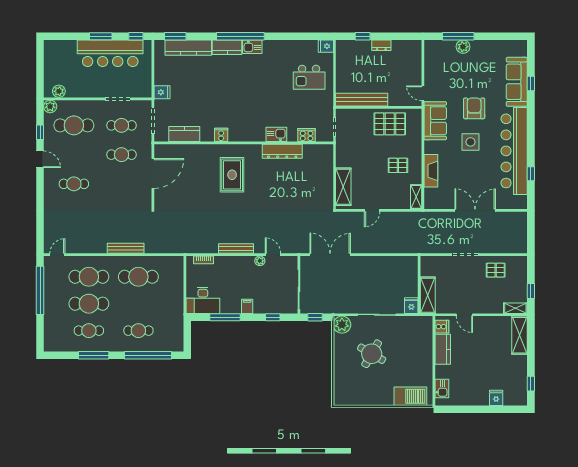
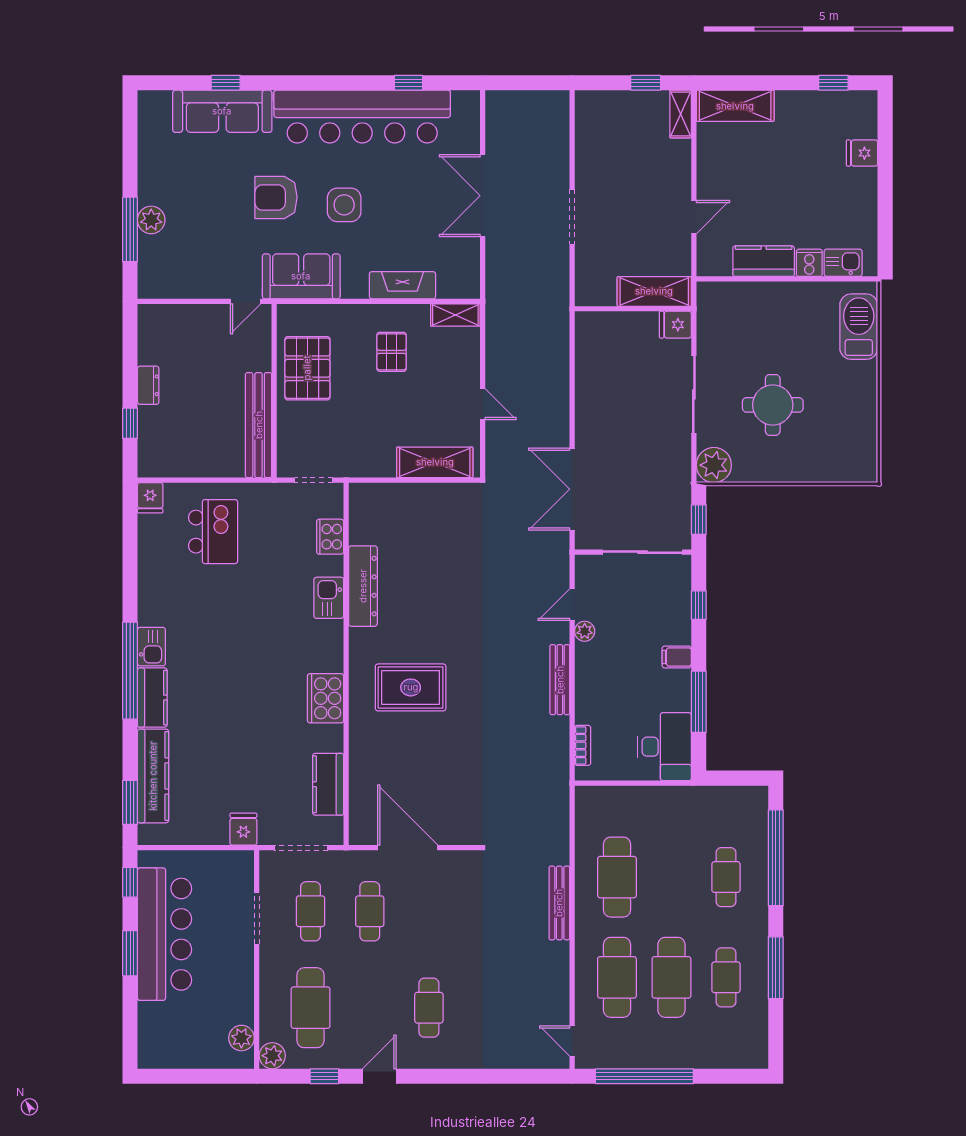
cooker: (221, 135) -> (325, 698), width x1.87, depth x1.31
pallet: (496, 270) -> (604, 154), removed
cooker: (442, 327) -> (809, 263), moved
round table: (372, 354) -> (773, 405), turned -30

